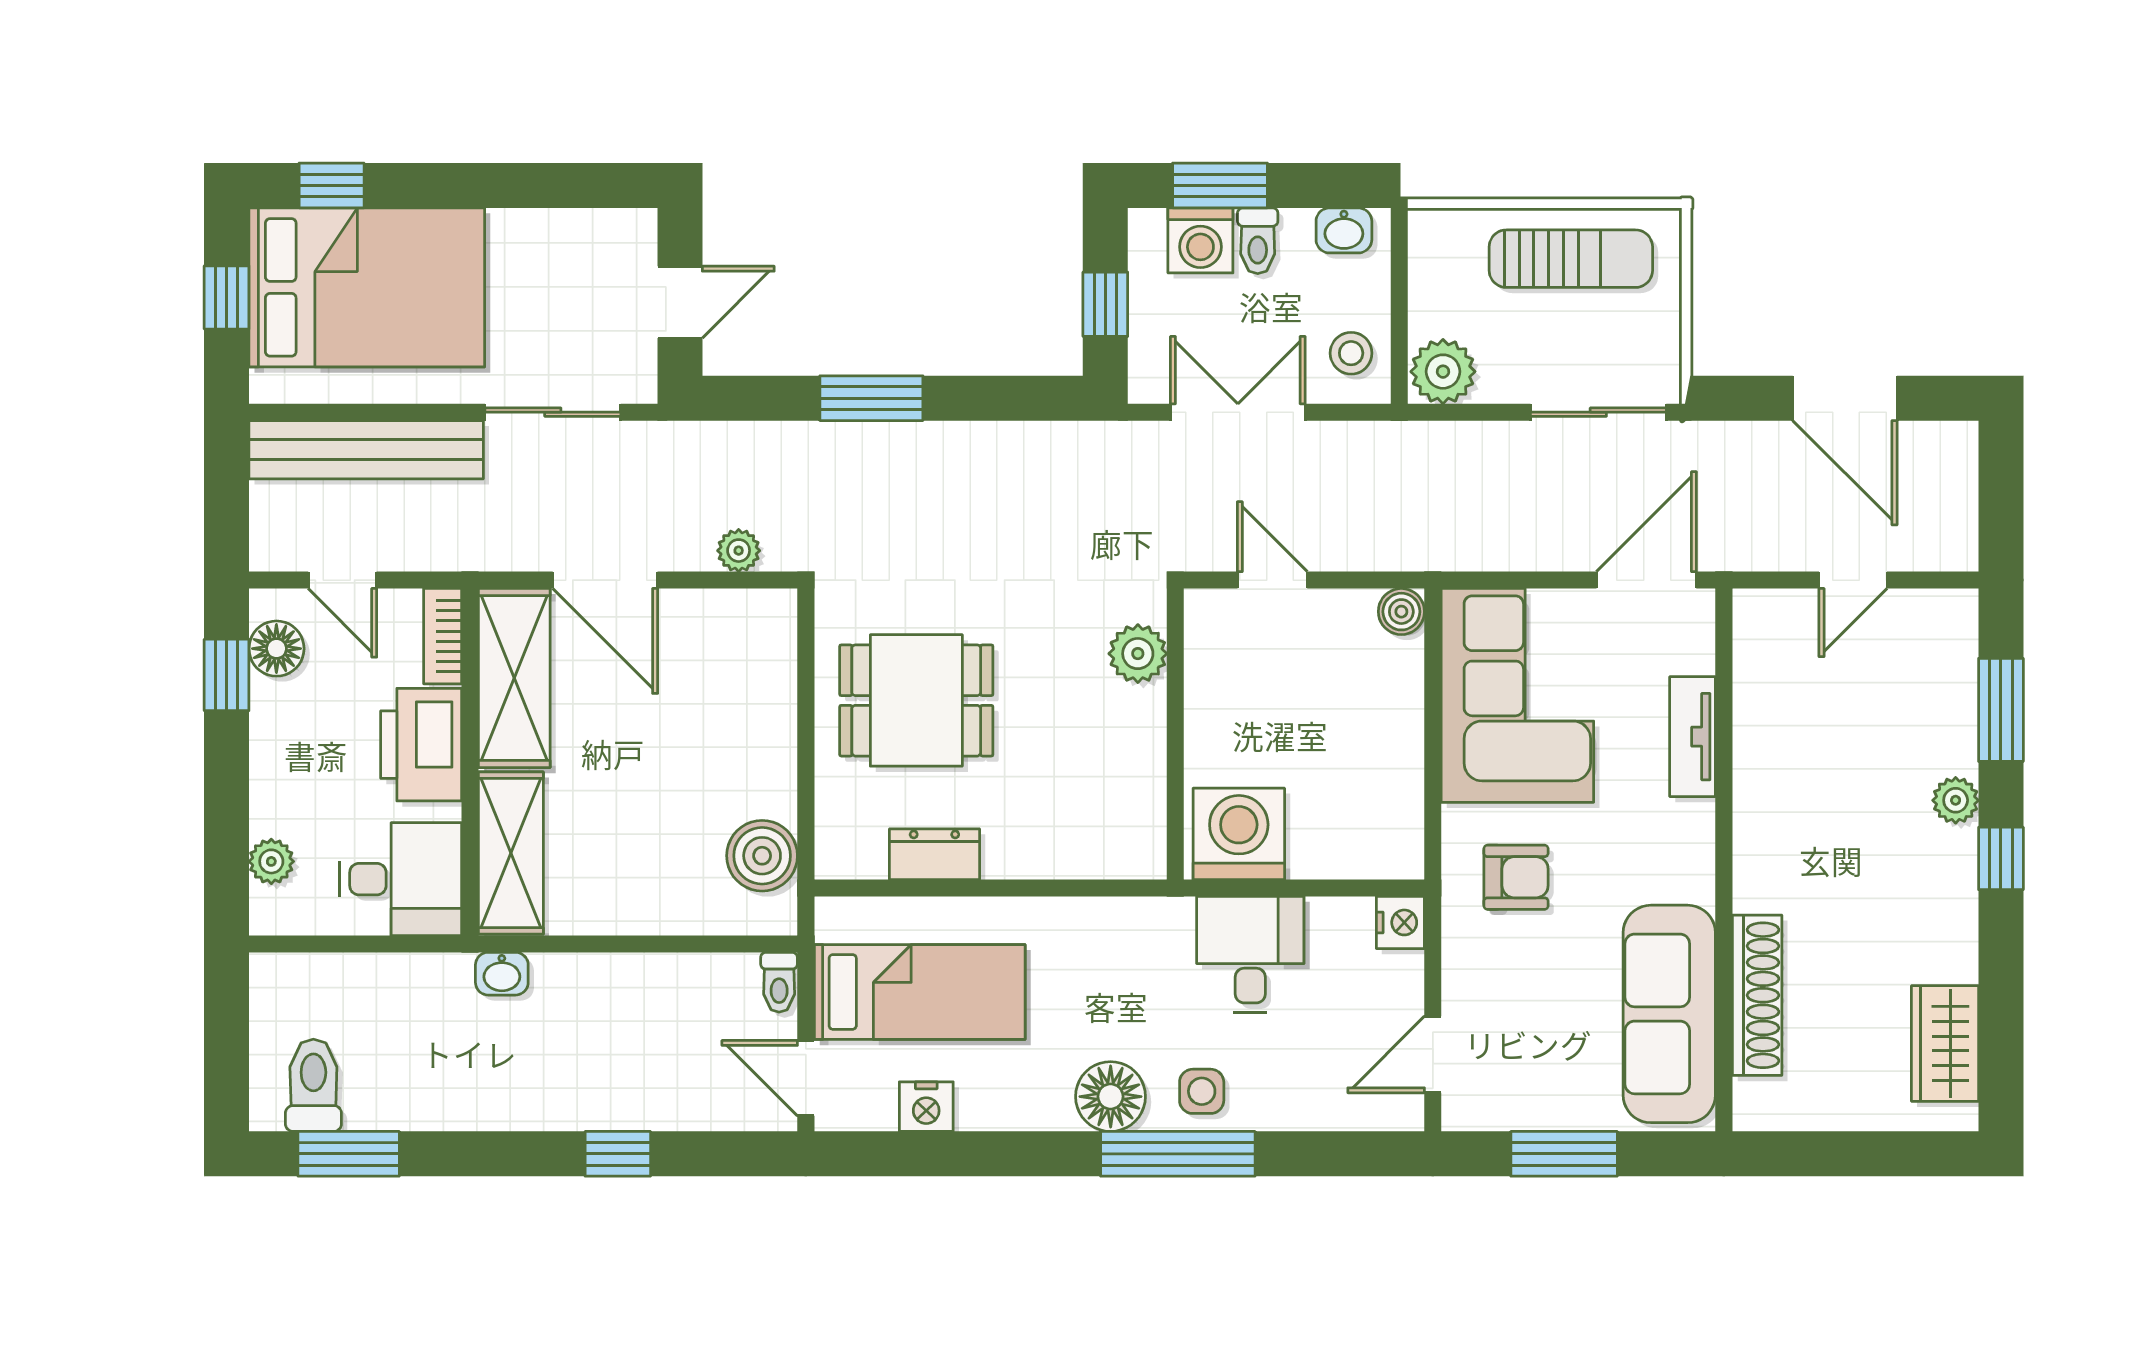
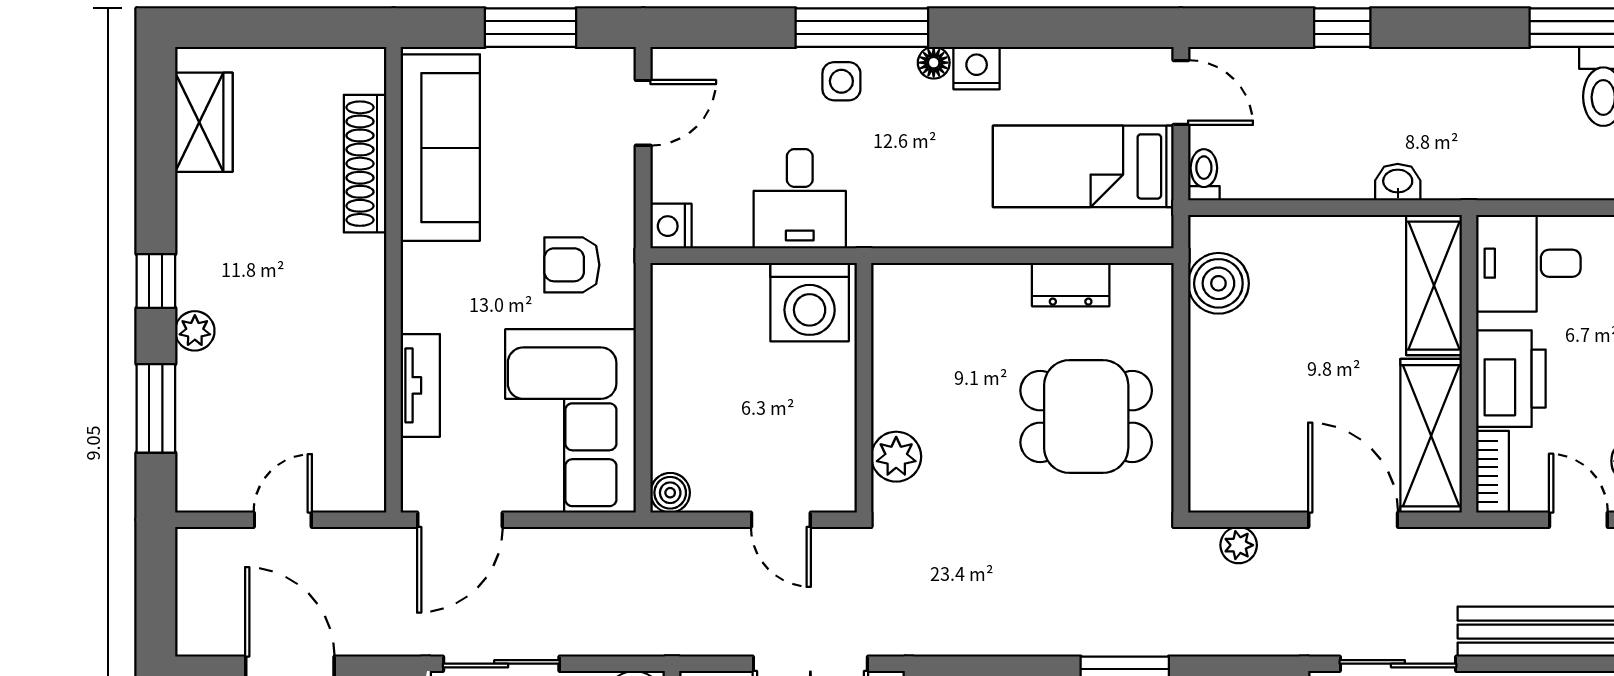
washbasin: (502, 974) -> (1398, 182), moved
floor lamp: (1111, 1097) -> (934, 63), width x0.53, depth x0.53
nightstand: (926, 1107) -> (977, 68), moved

